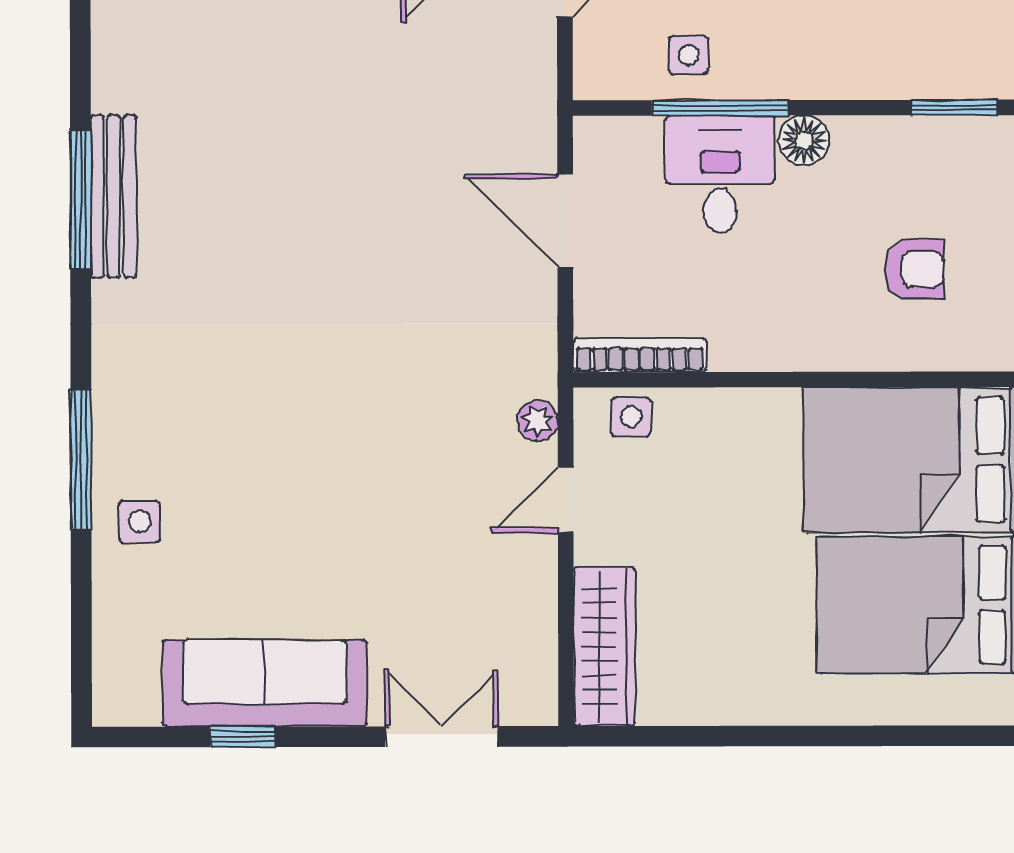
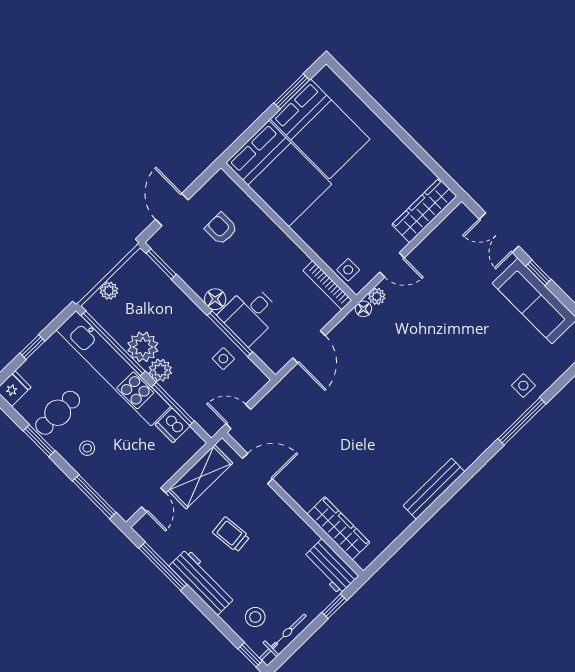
window: (81, 200) -> (445, 497), removed
floor lamp: (539, 377) -> (363, 309), added
window: (243, 737) -> (538, 273), moved

